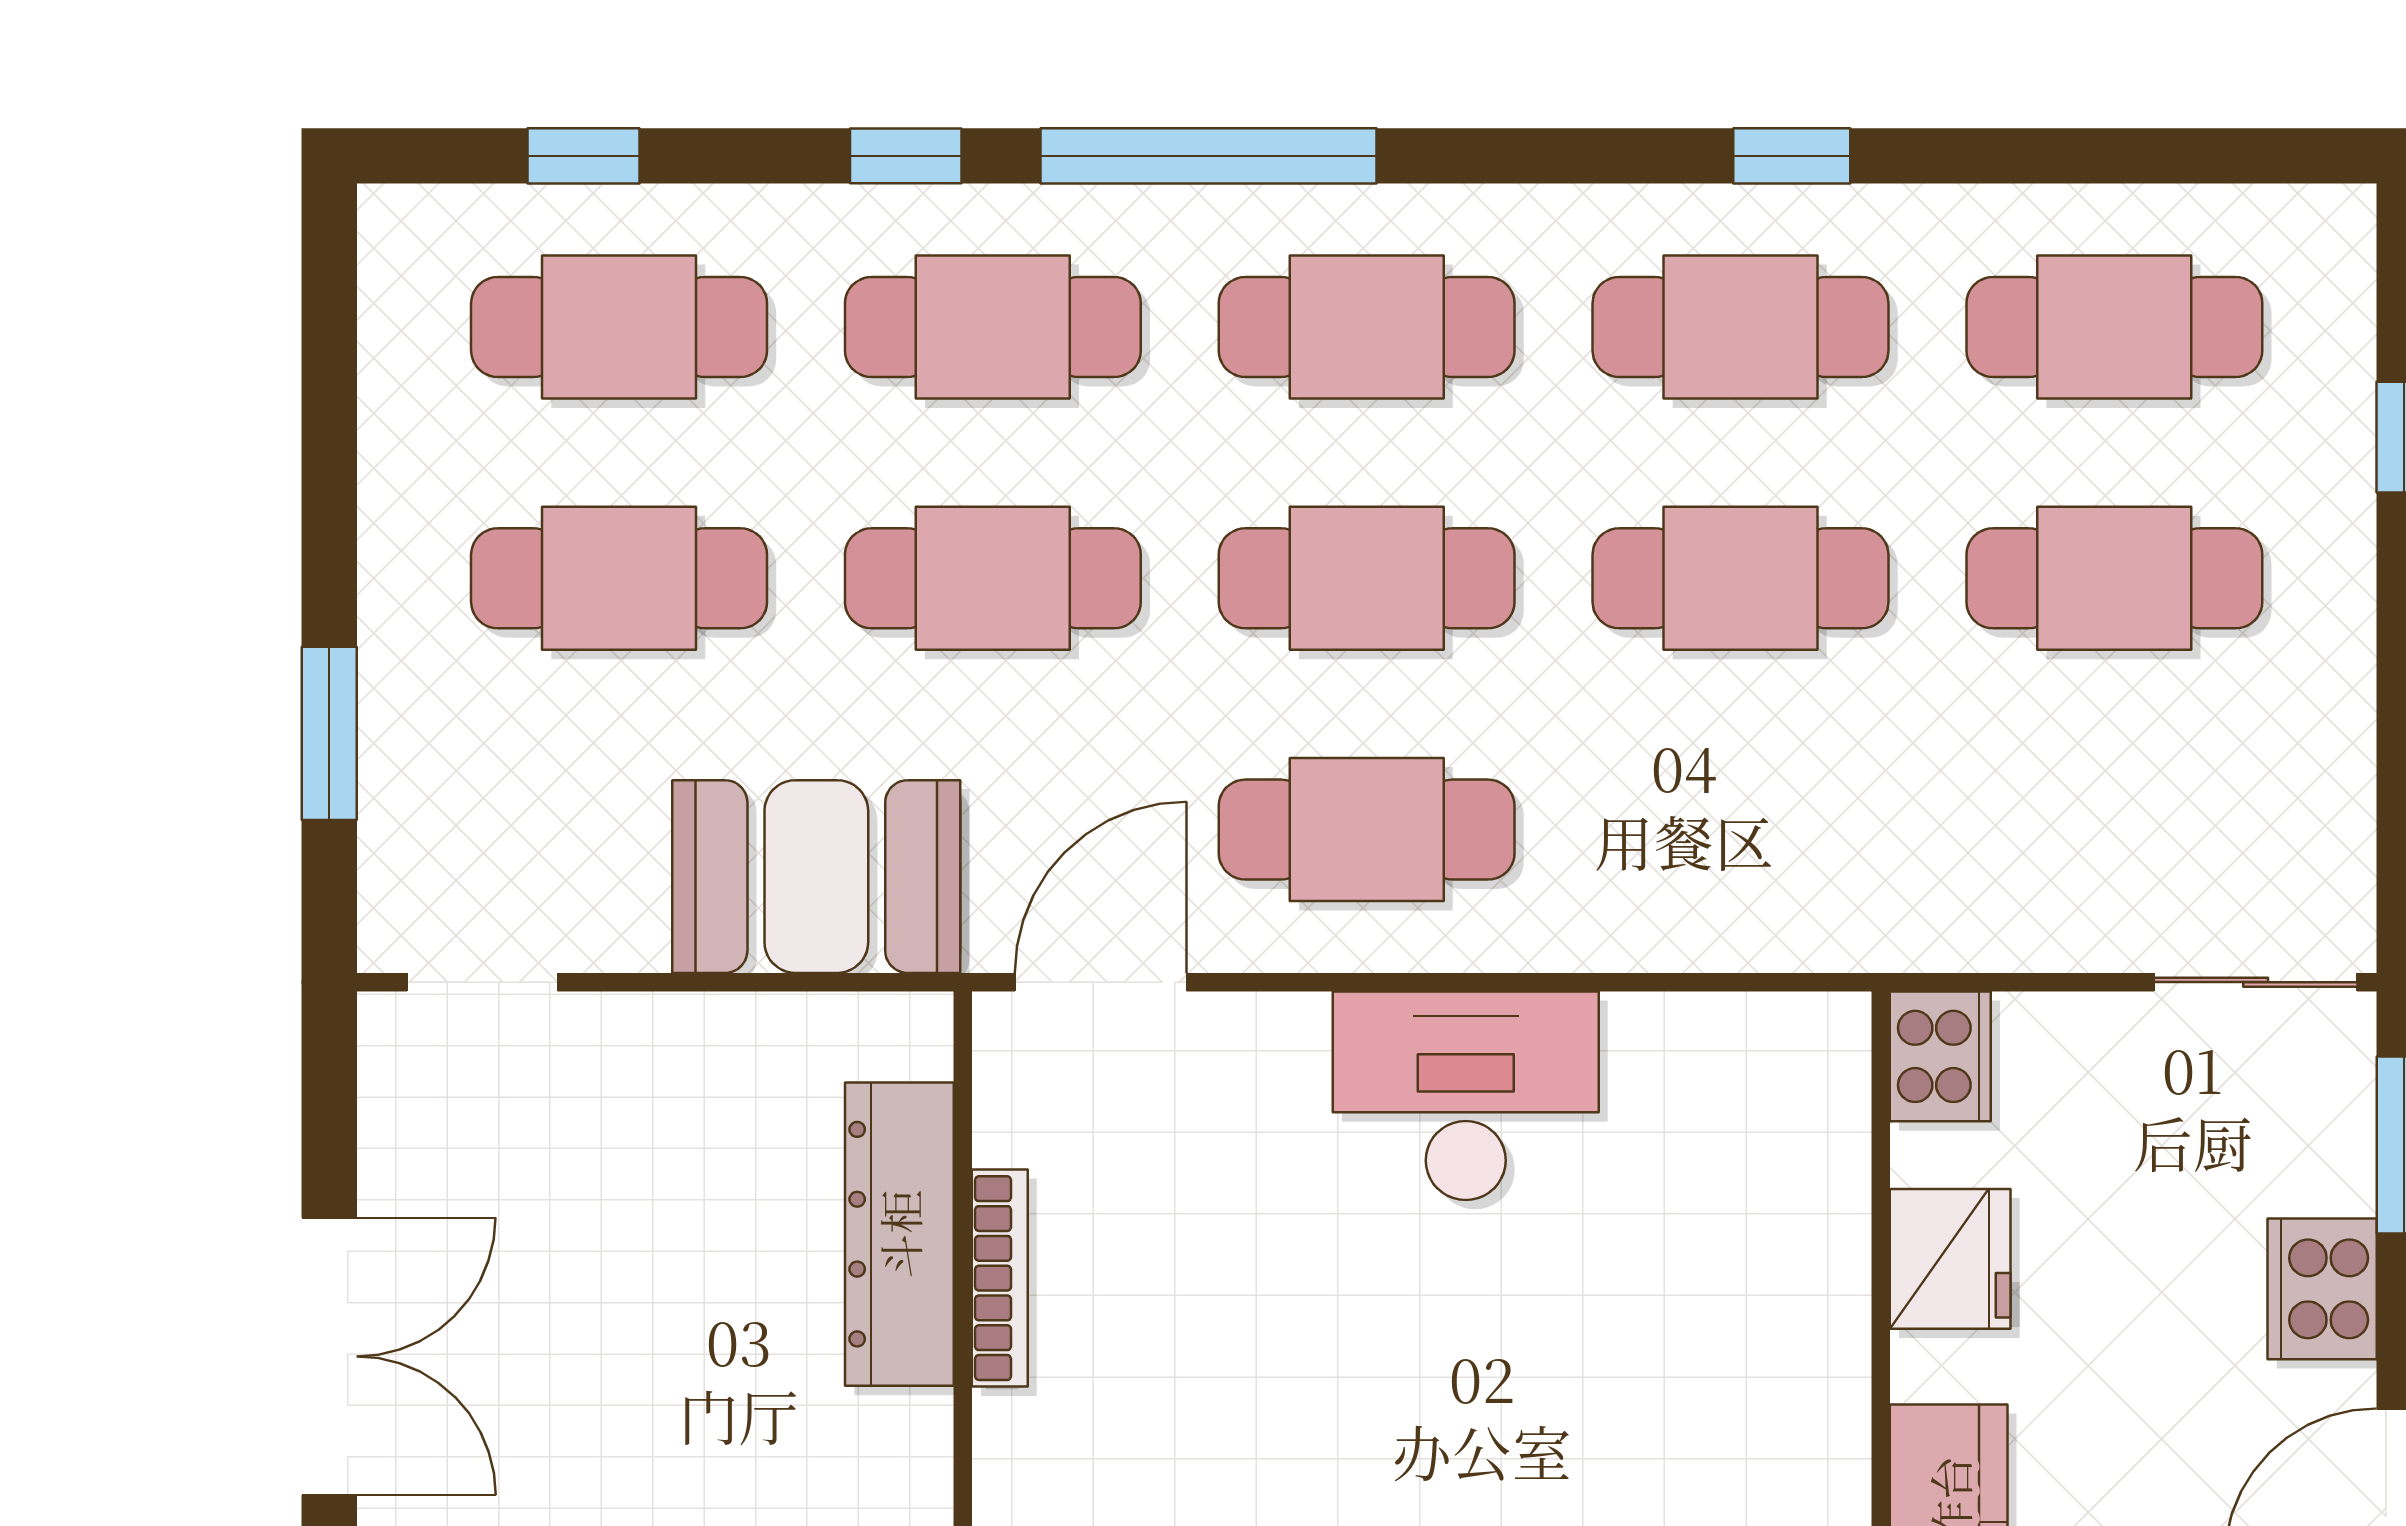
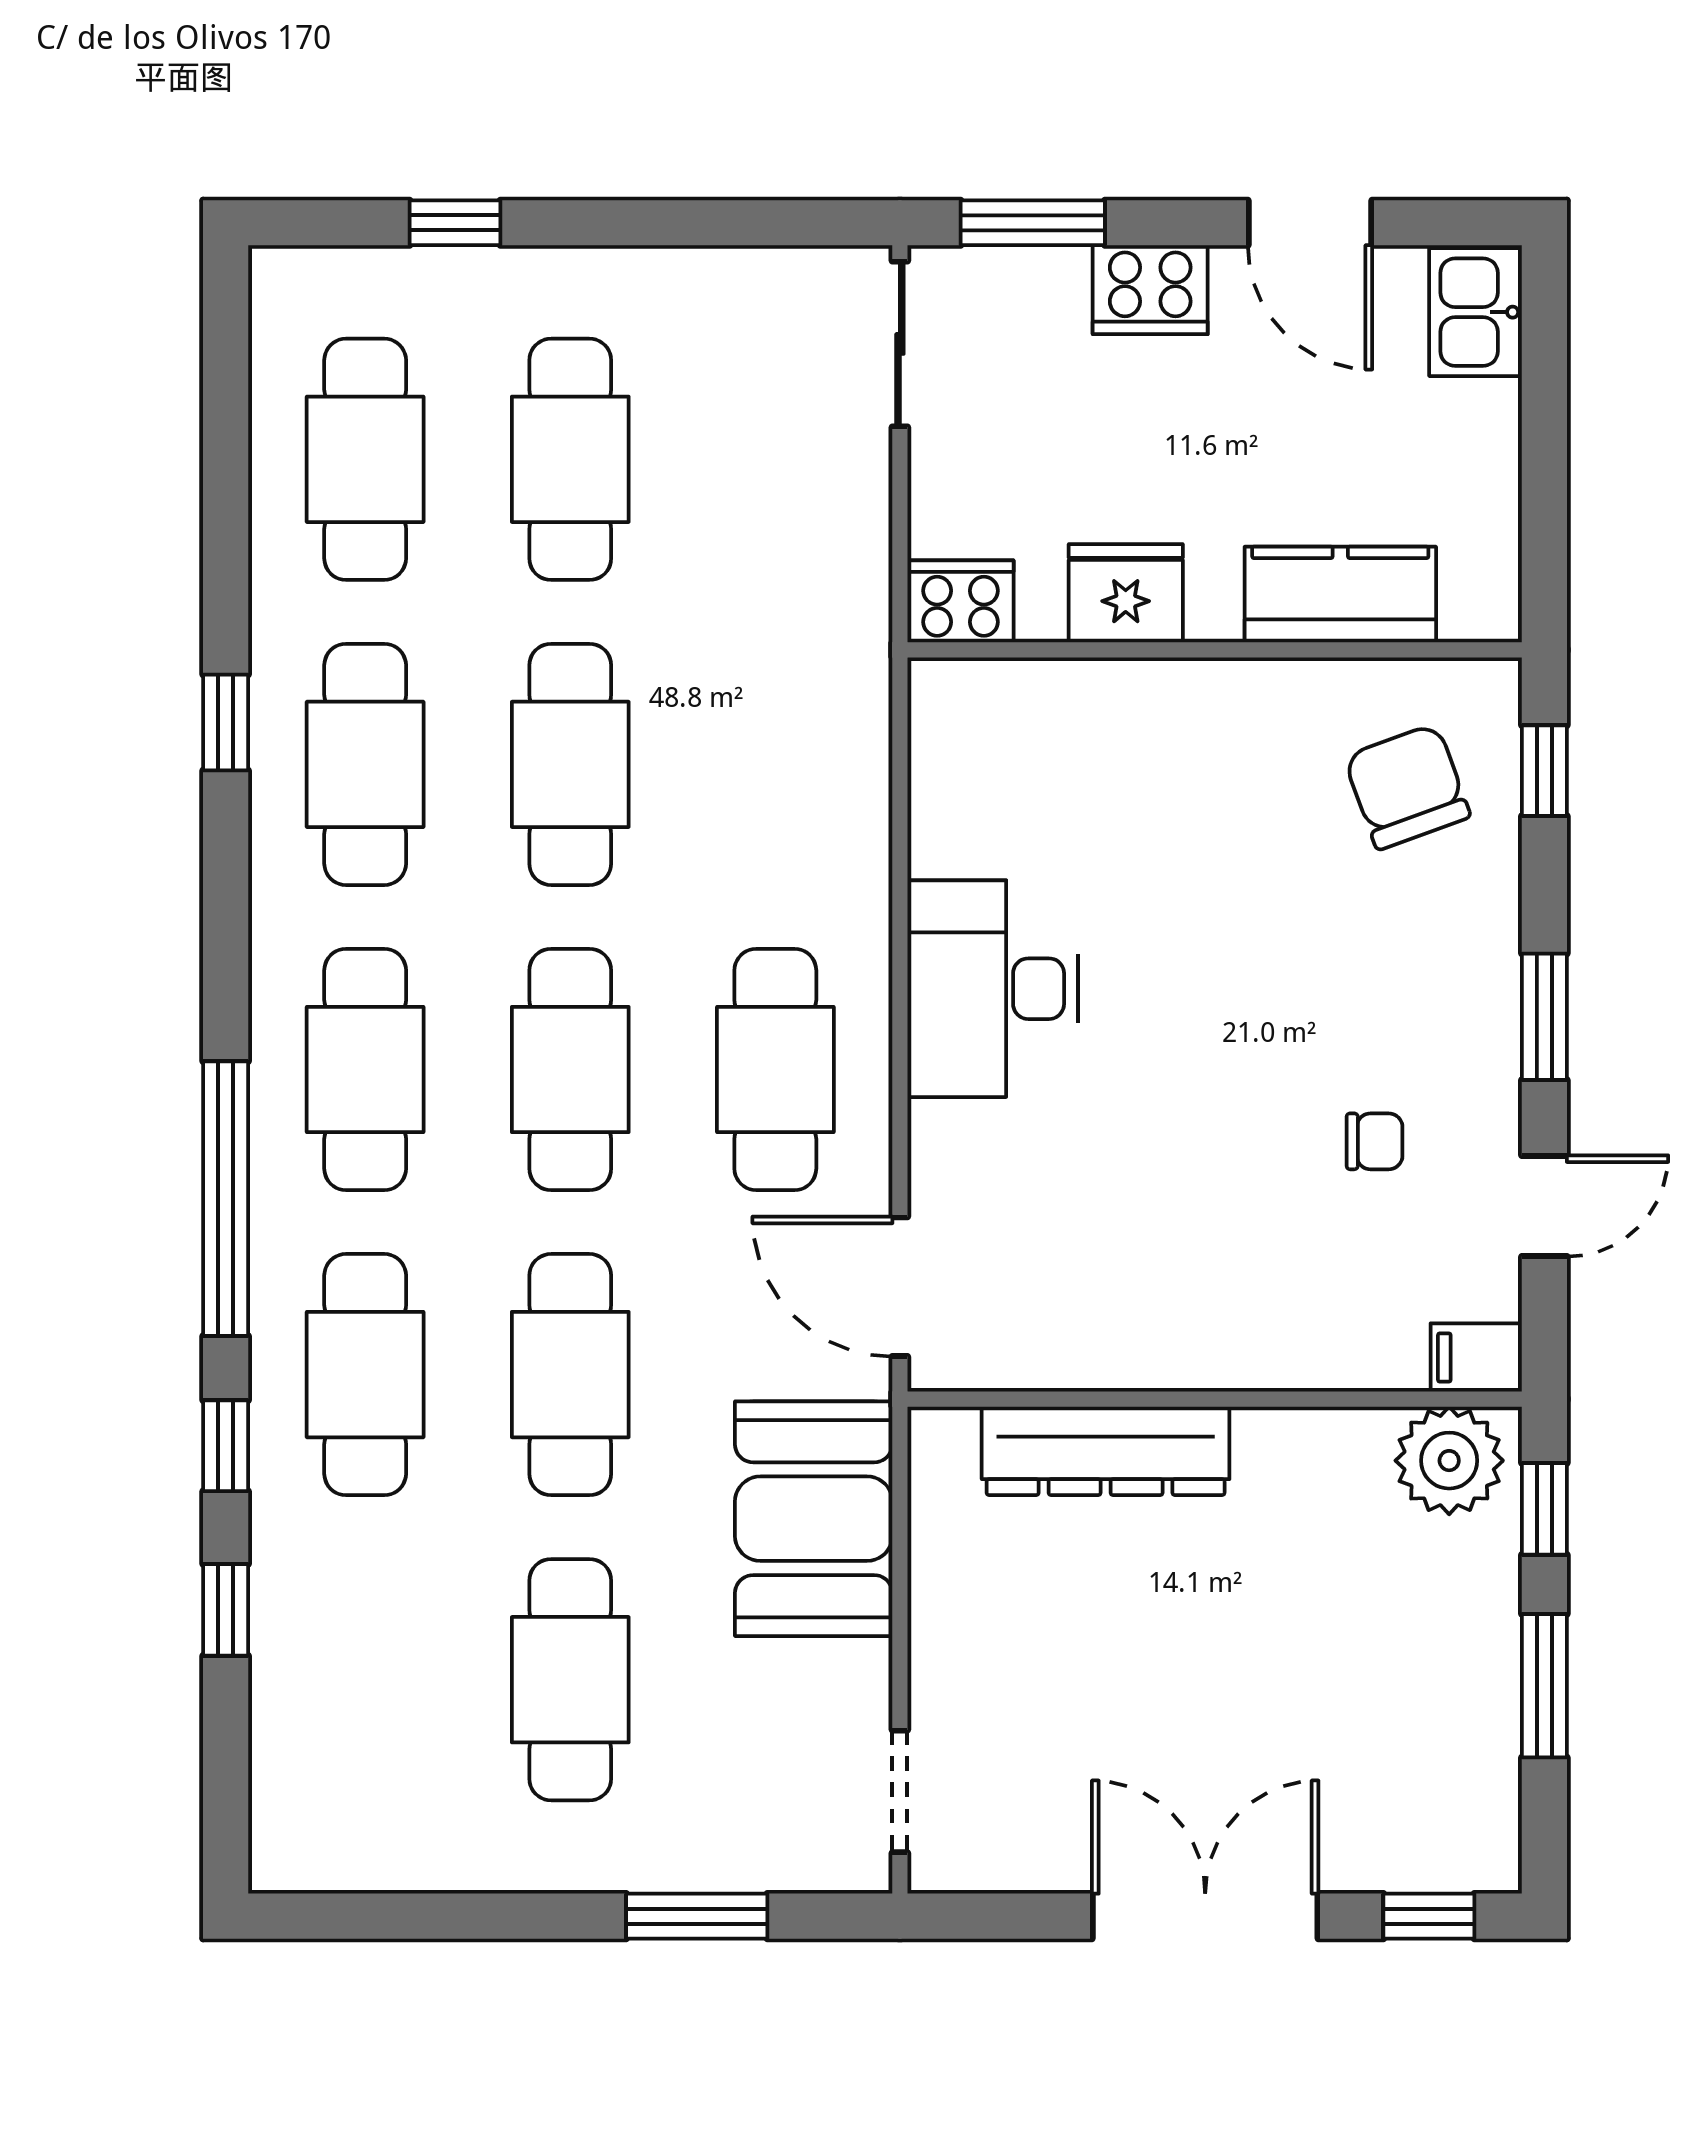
window: (584, 156) -> (226, 1610), moved
cafe table: (619, 327) -> (365, 1680), removed
bookcase: (1000, 1278) -> (1141, 1369), removed

